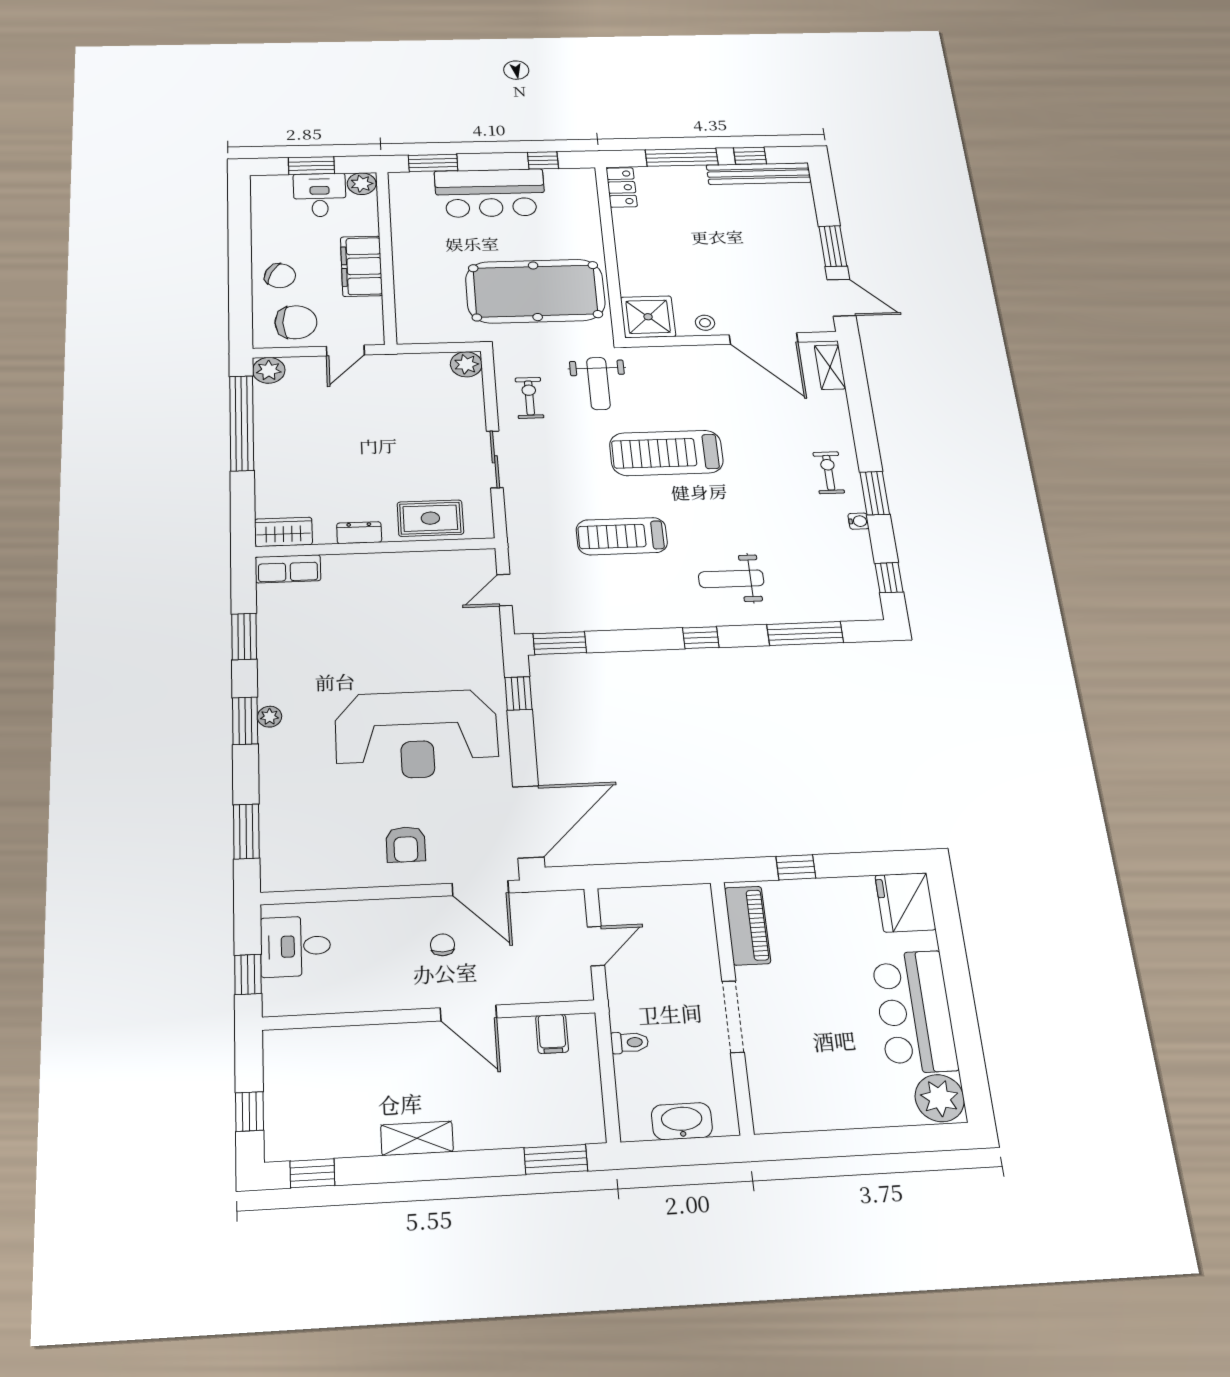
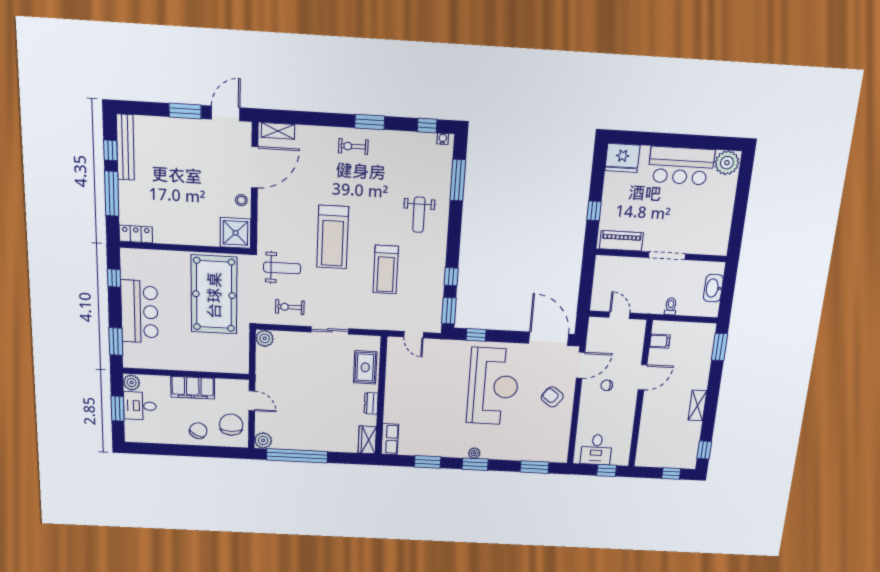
water cooler: (858, 521) -> (443, 139), moved
window: (701, 638) -> (451, 277), moved
armchair: (406, 844) -> (552, 397), turned -144

